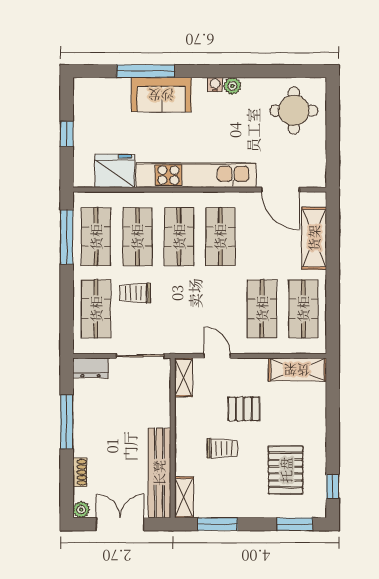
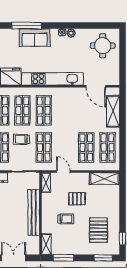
shop shelf: (220, 237) -> (44, 147), moved
bench: (159, 473) -> (34, 212), moved

